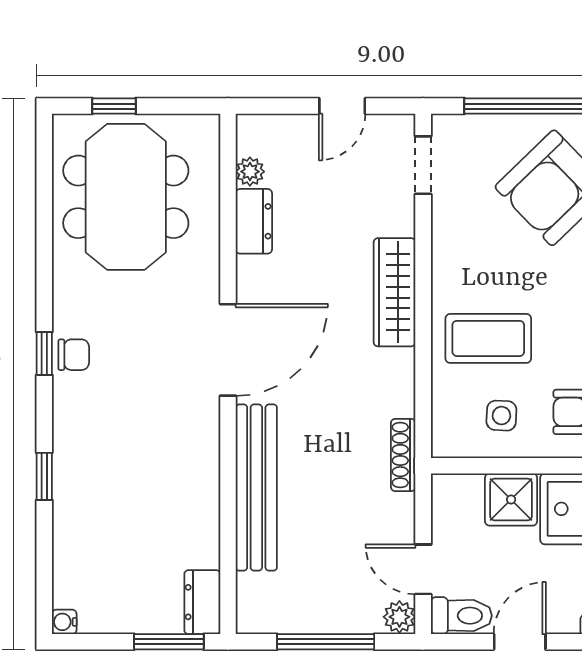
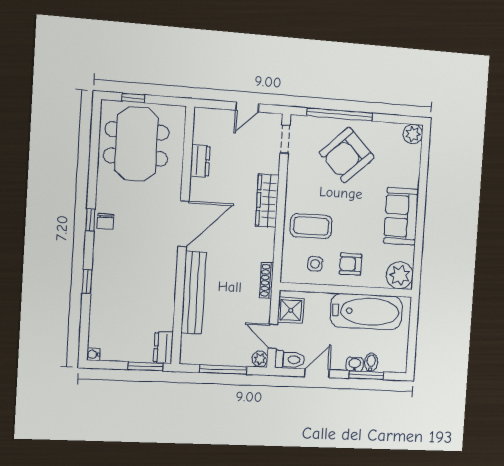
plant: (250, 172) -> (200, 136), removed
chair: (74, 355) -> (105, 221), turned 90
shower: (511, 500) -> (291, 310), moved

